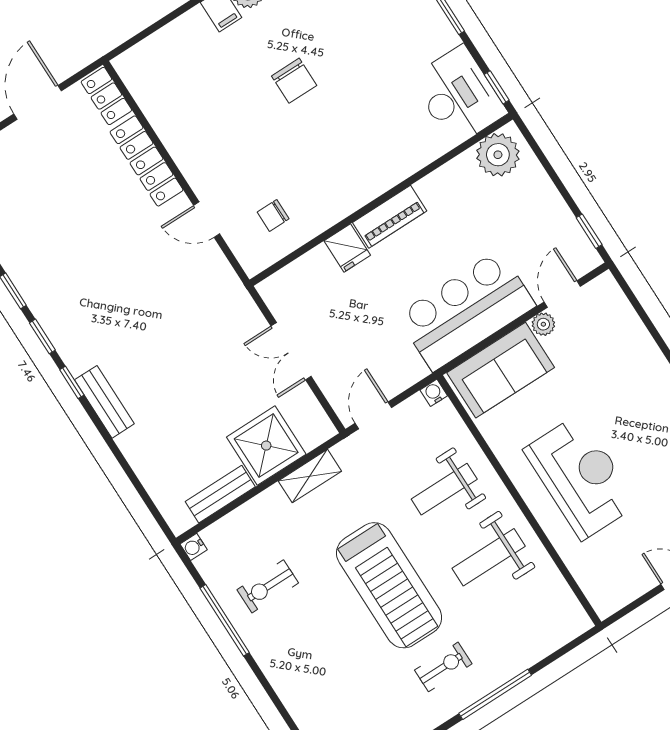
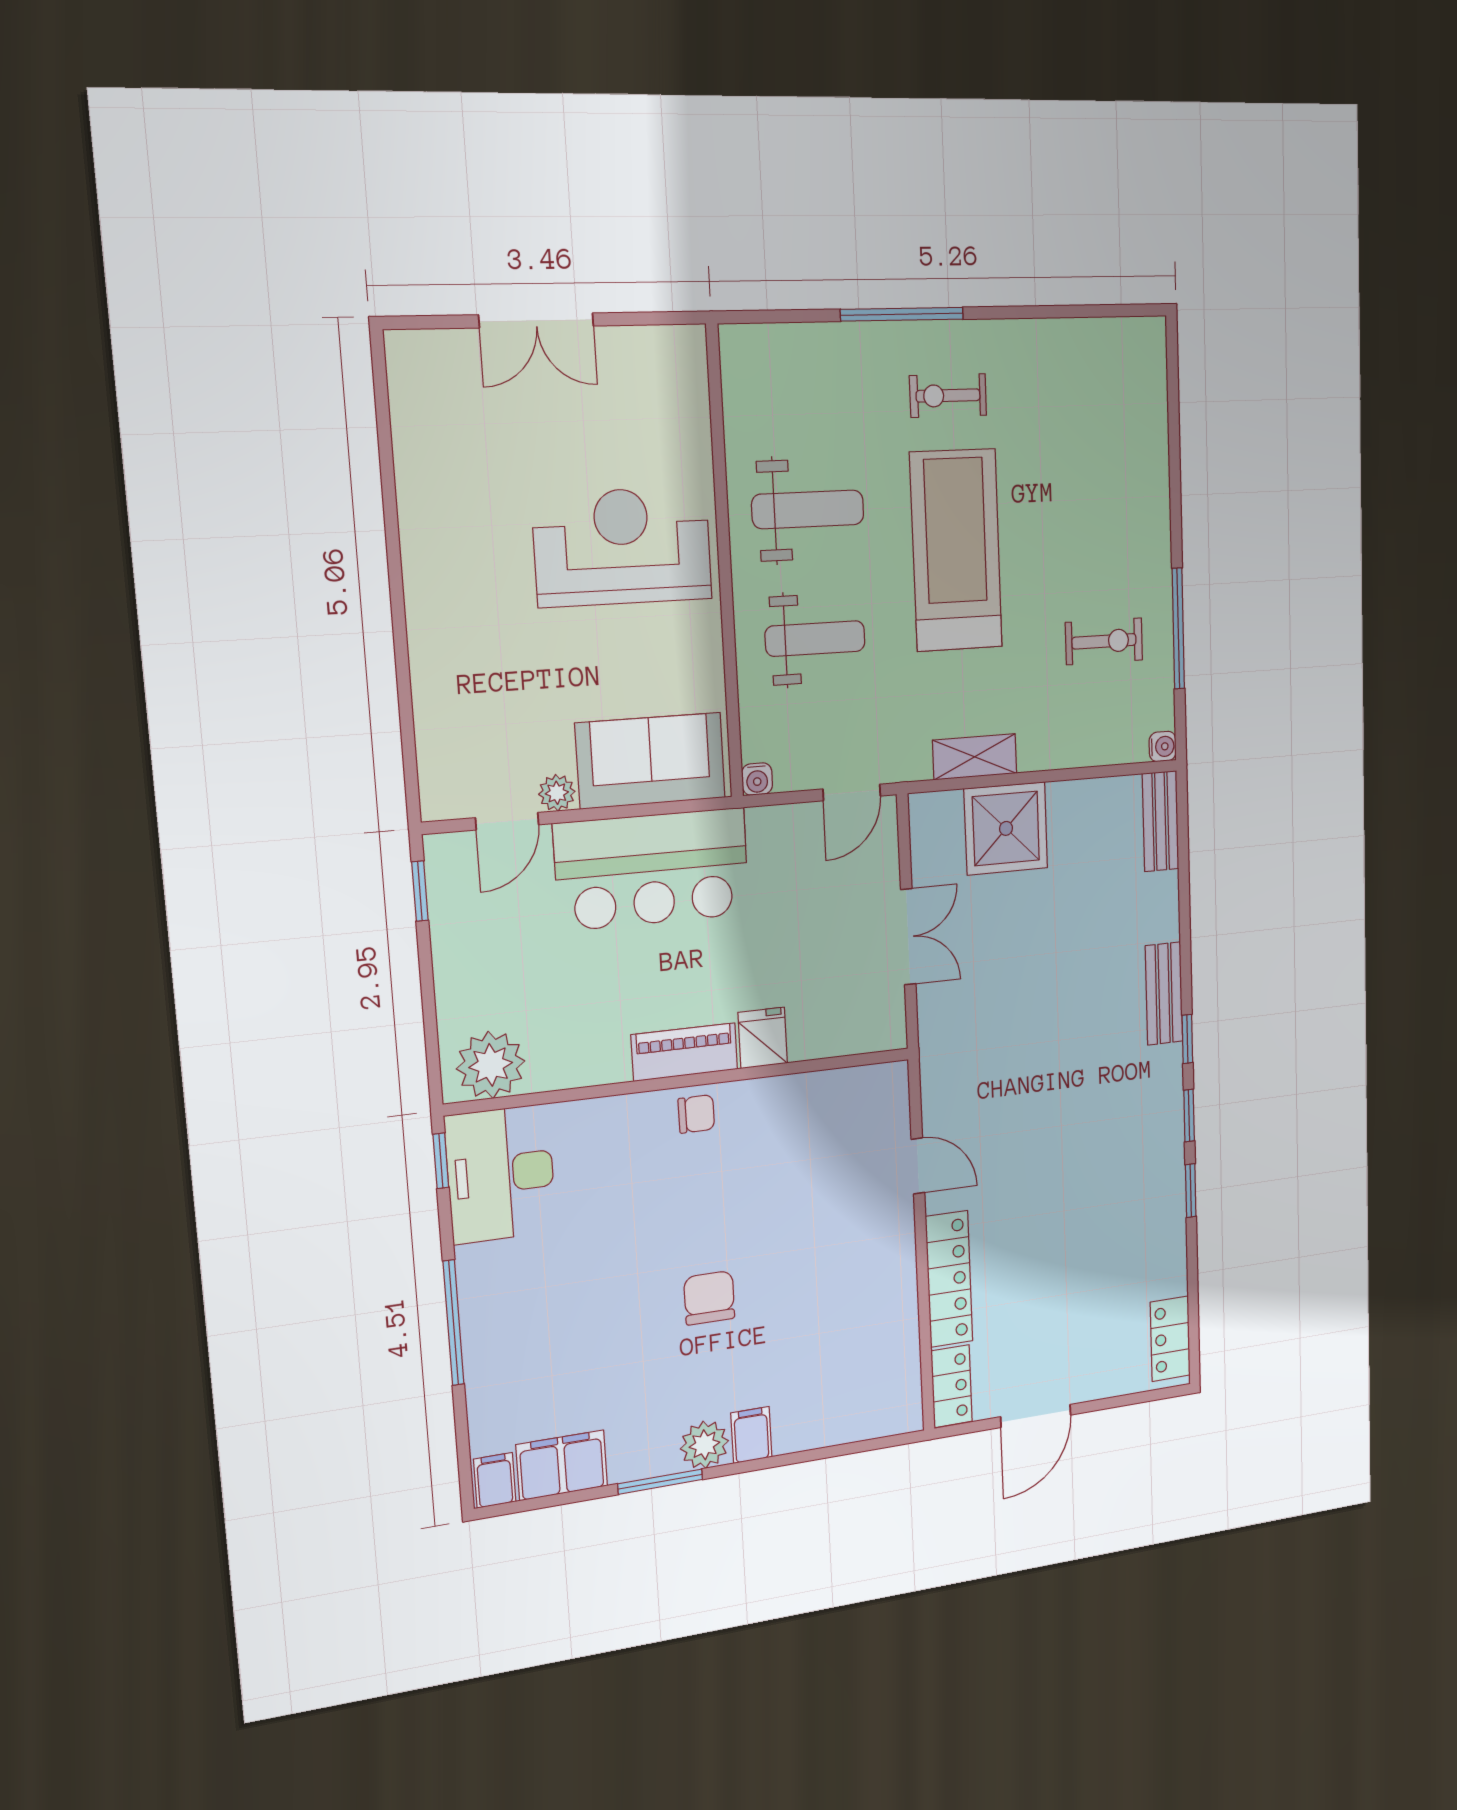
chair: (273, 215) -> (696, 1114), moved
reception desk: (581, 477) -> (622, 547), turned 90
bench: (220, 494) -> (1161, 821), moved, turned 90

